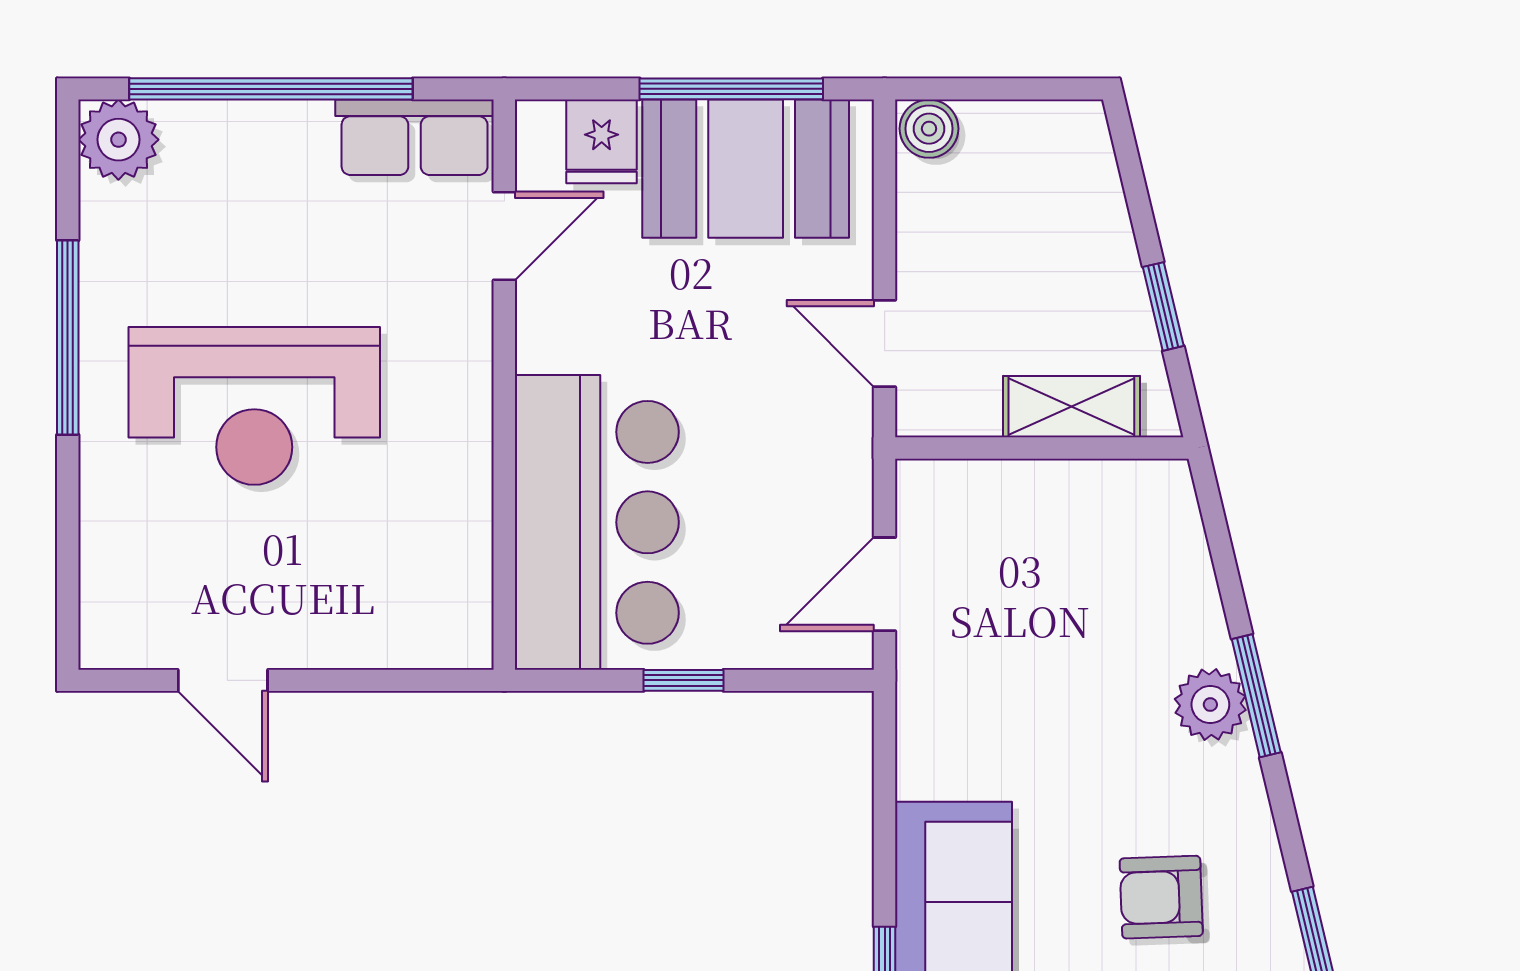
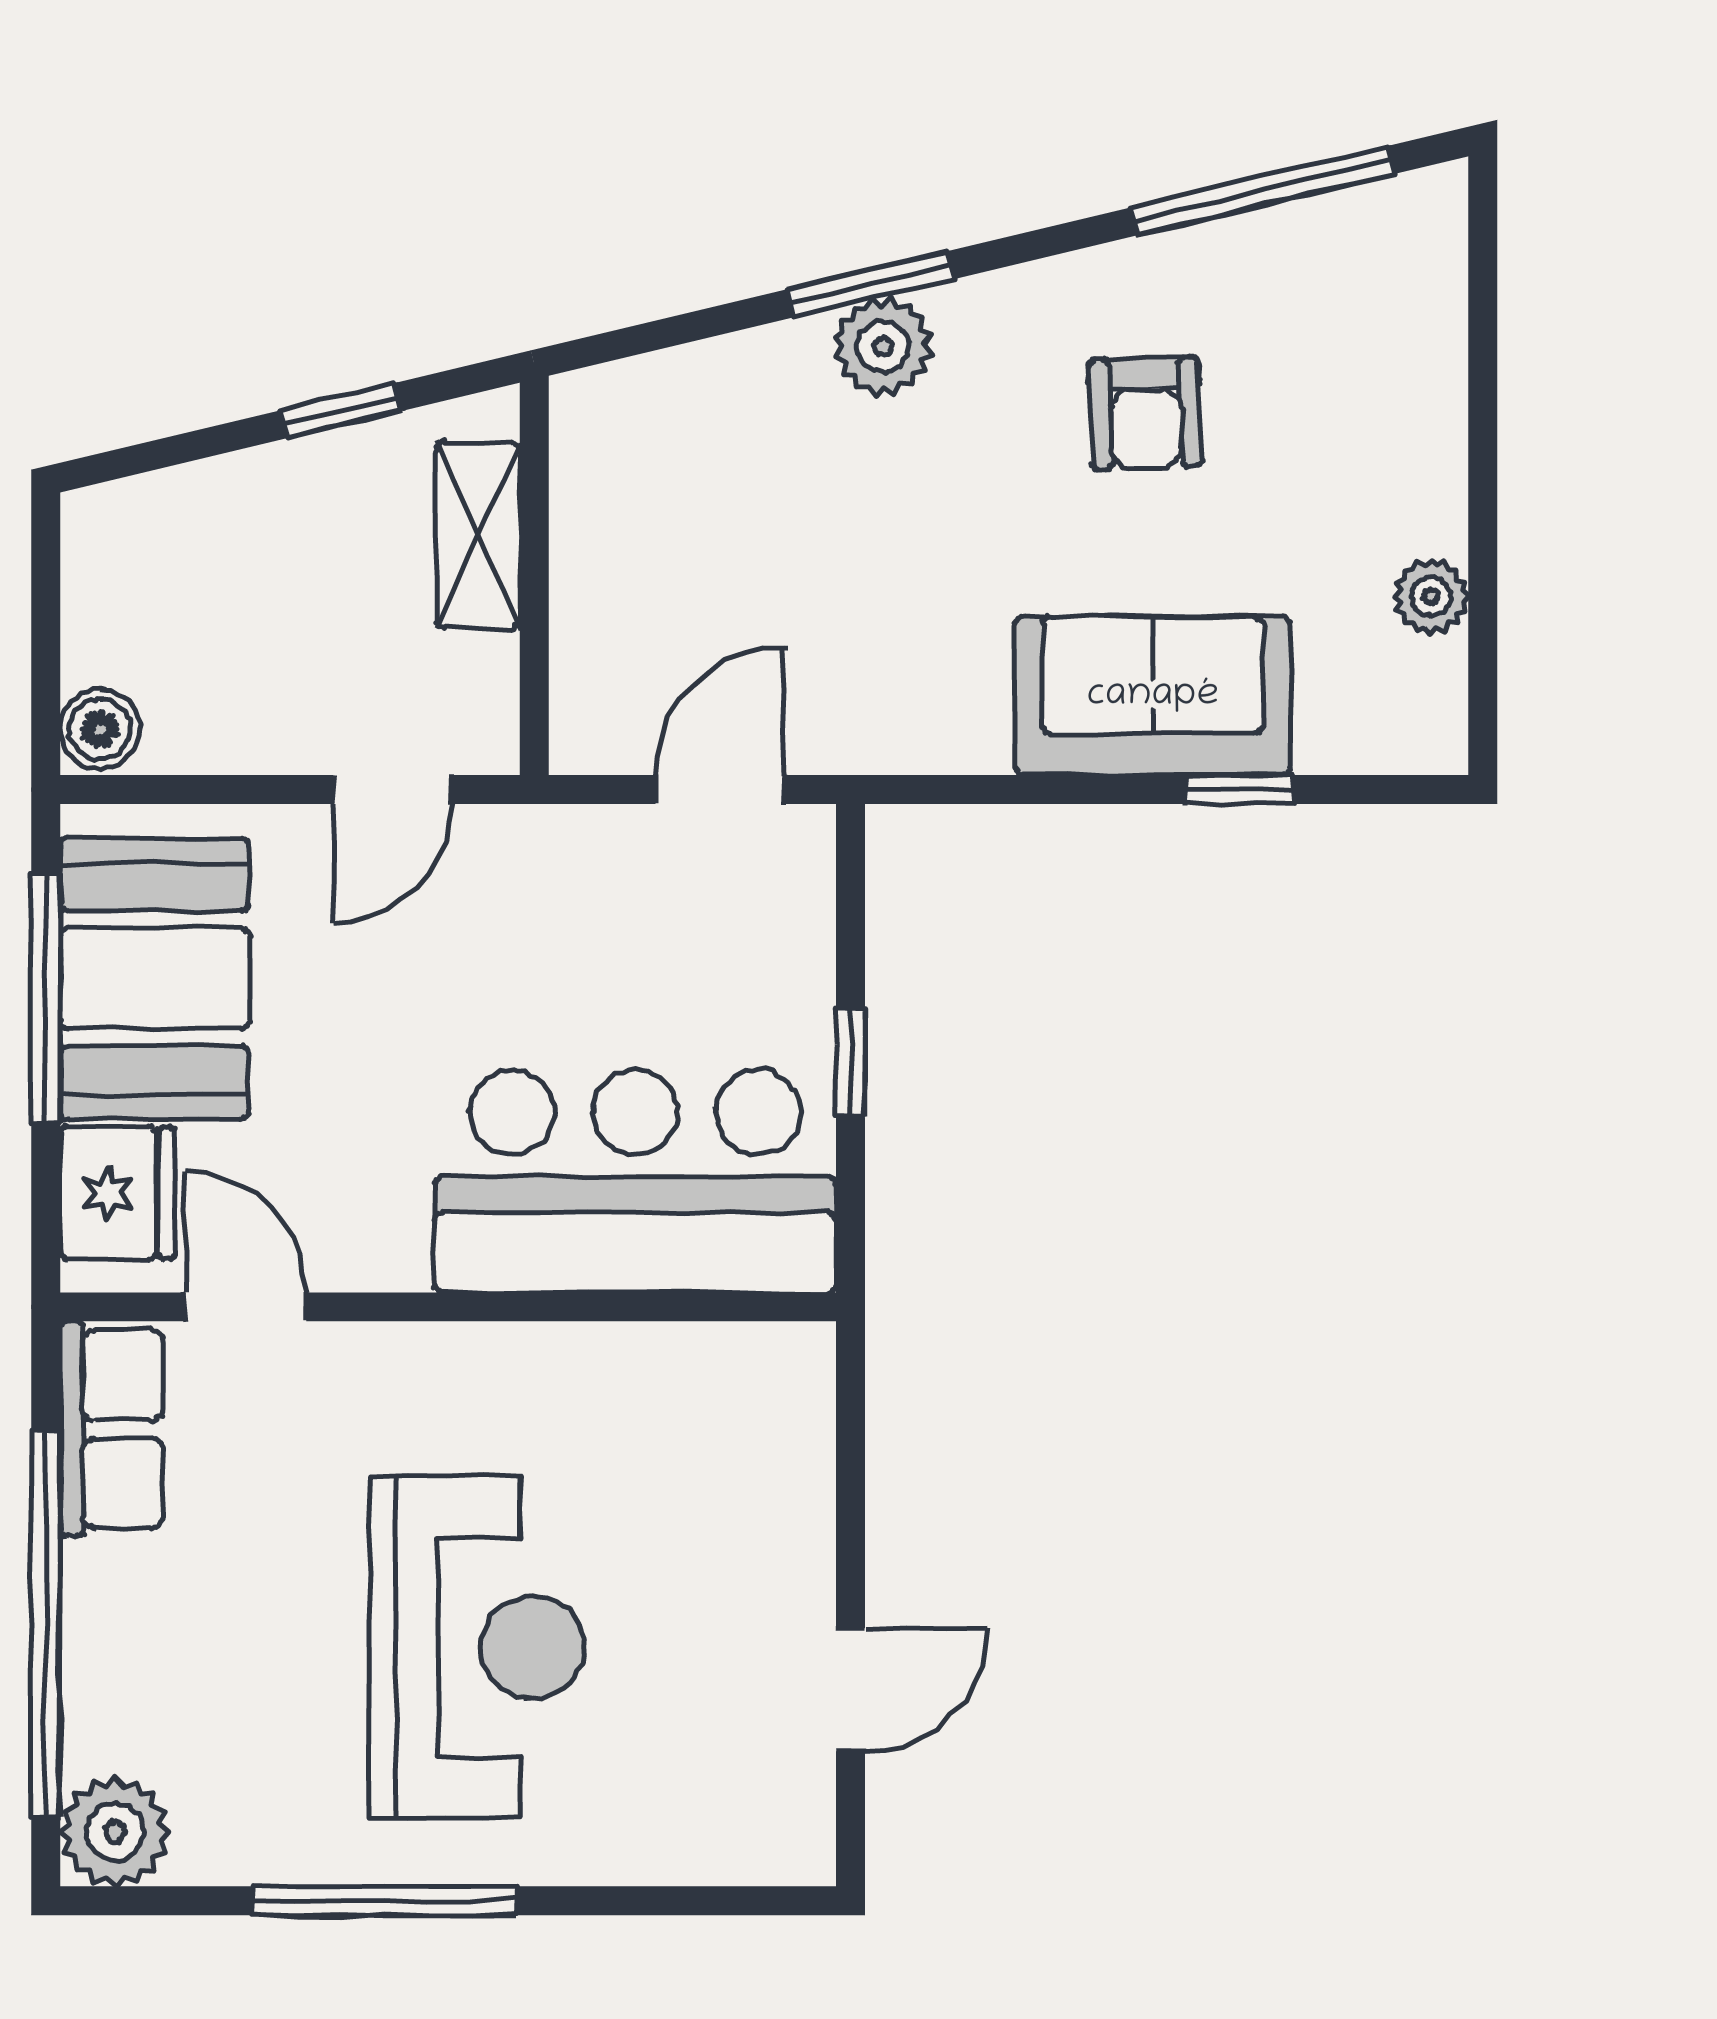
fridge: (602, 141) -> (117, 1193), width x1.38
door: (885, 584) -> (720, 790), swing flipped

